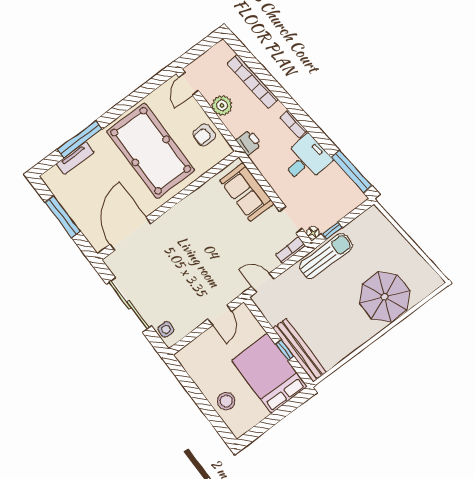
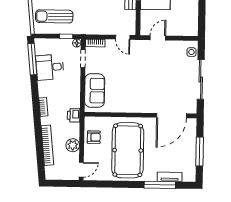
desk: (306, 160) -> (50, 67), moved
sun lounger: (326, 256) -> (54, 16), moved

